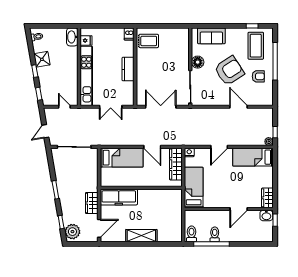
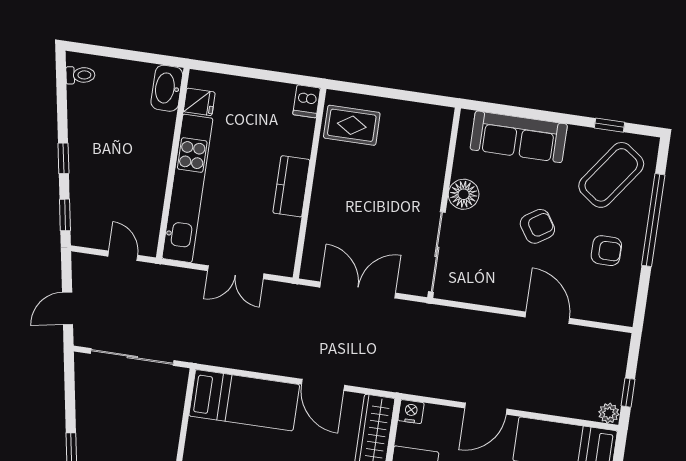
sofa: (211, 36) -> (519, 137), width x1.36
coffee table: (256, 46) -> (611, 175), turned 36
shower: (42, 59) -> (85, 132), removed
armchair: (229, 71) -> (537, 226), width x0.53, depth x0.53

